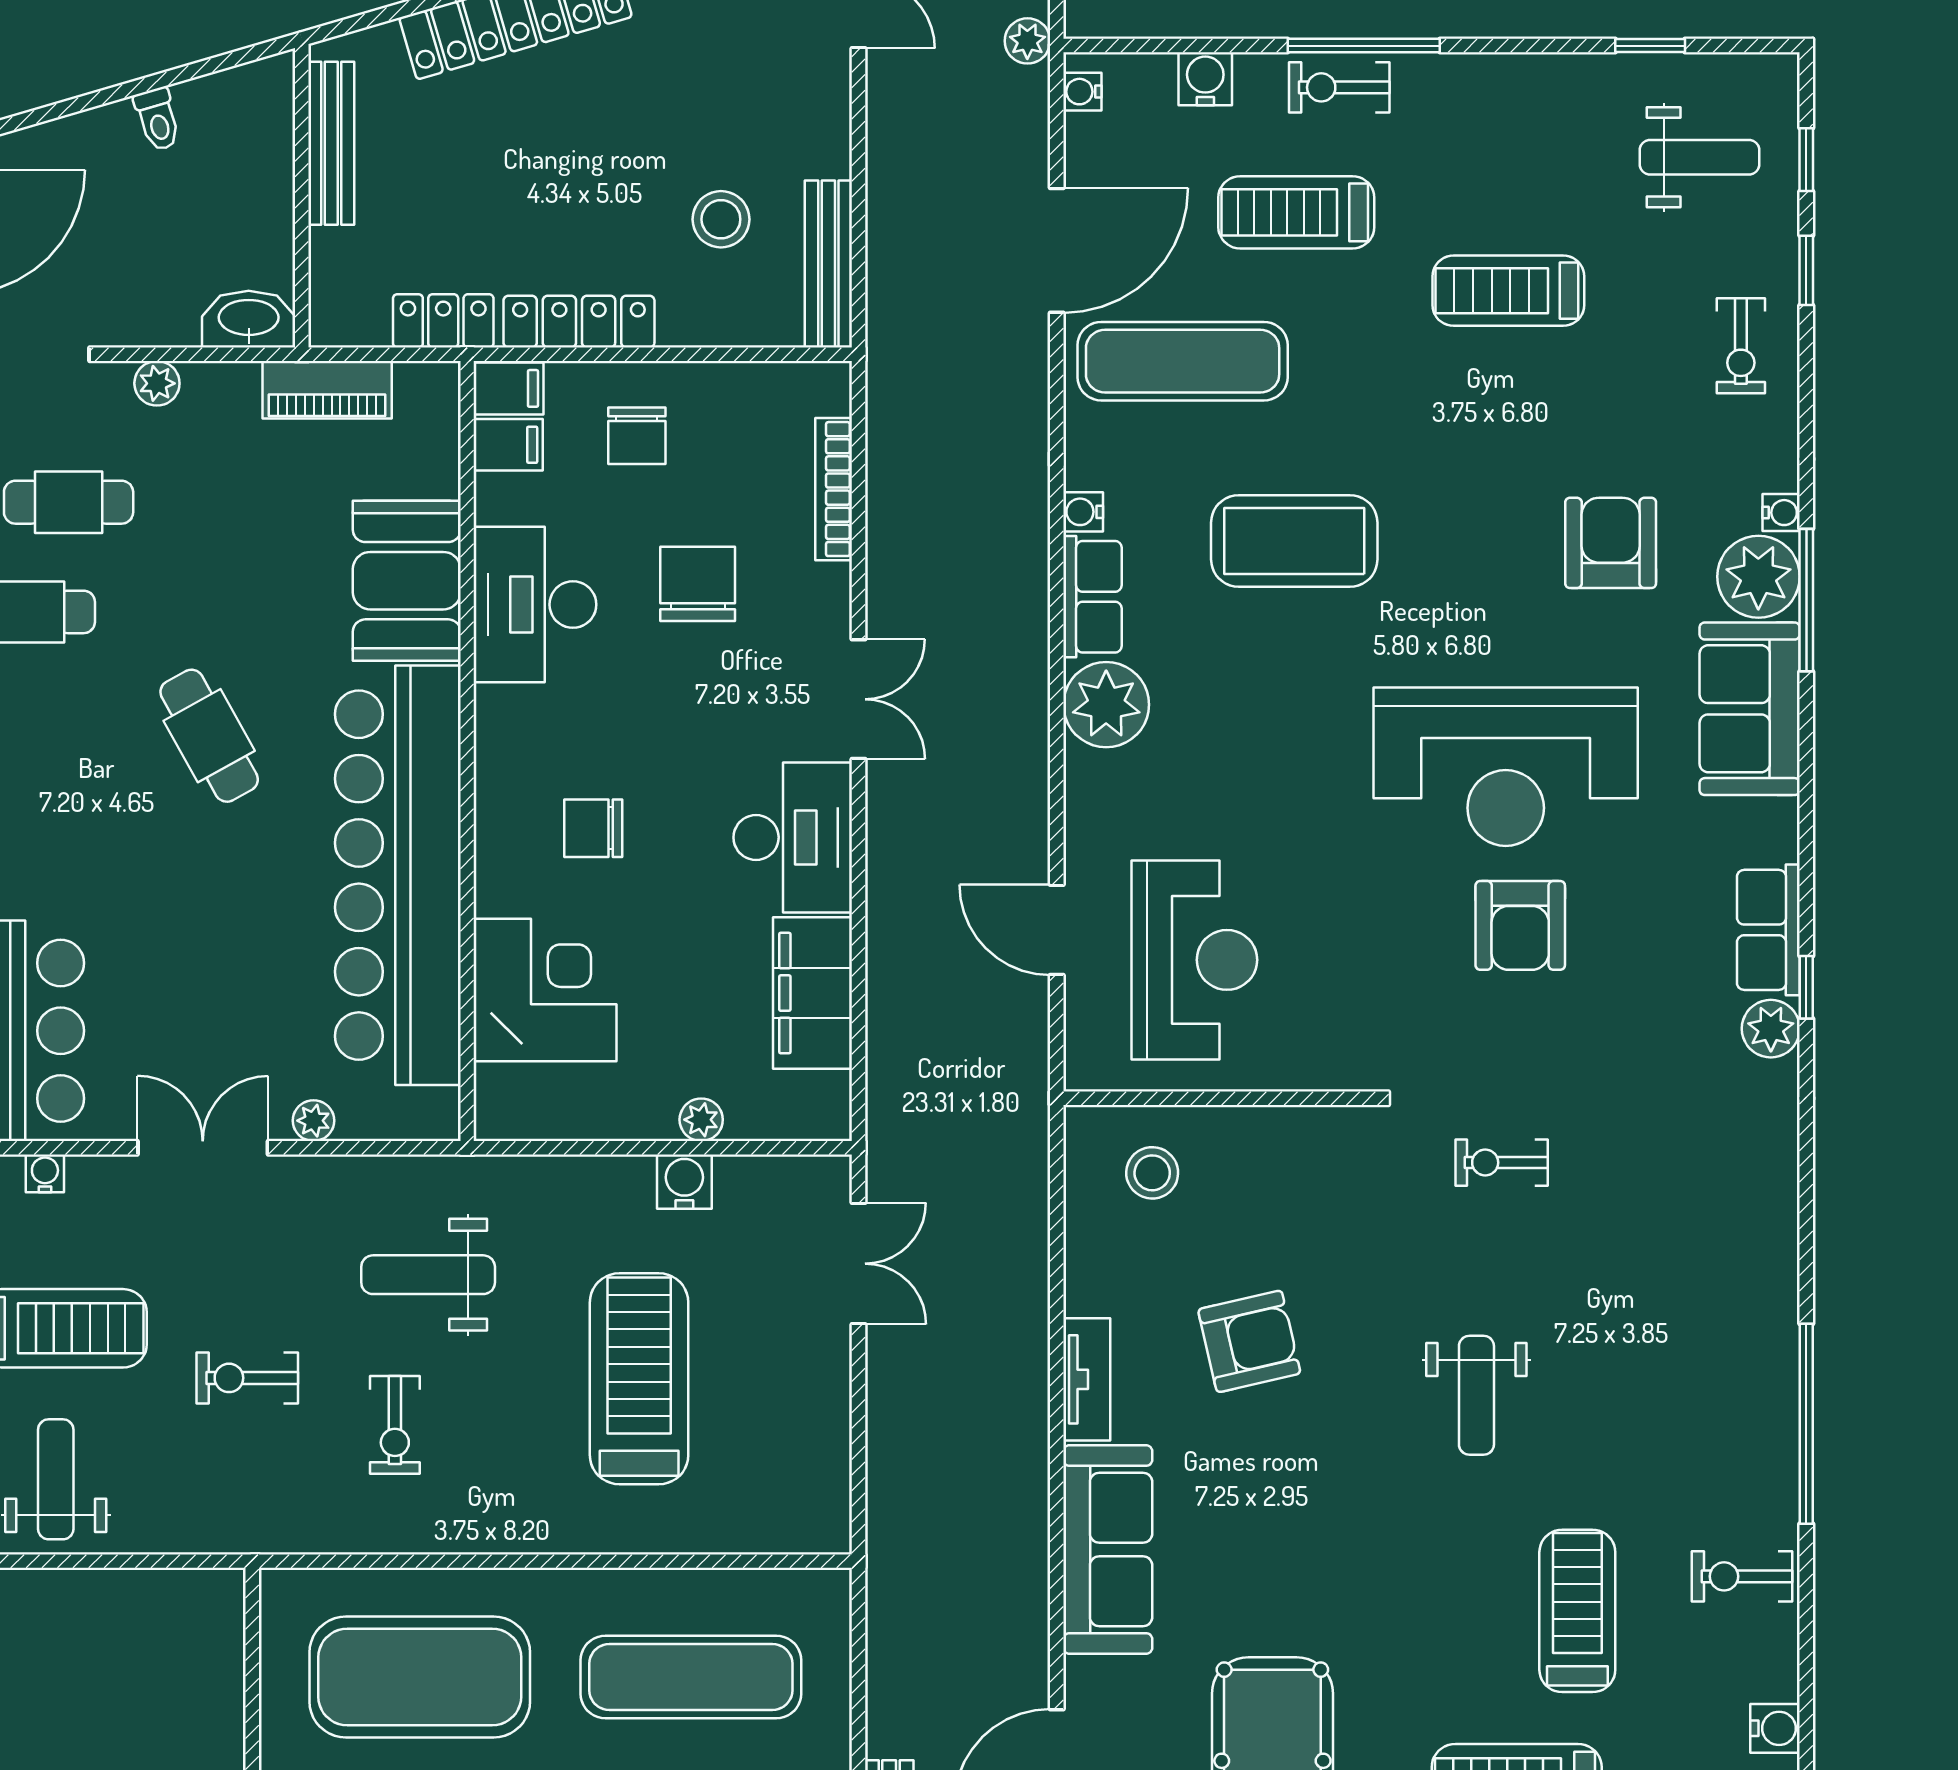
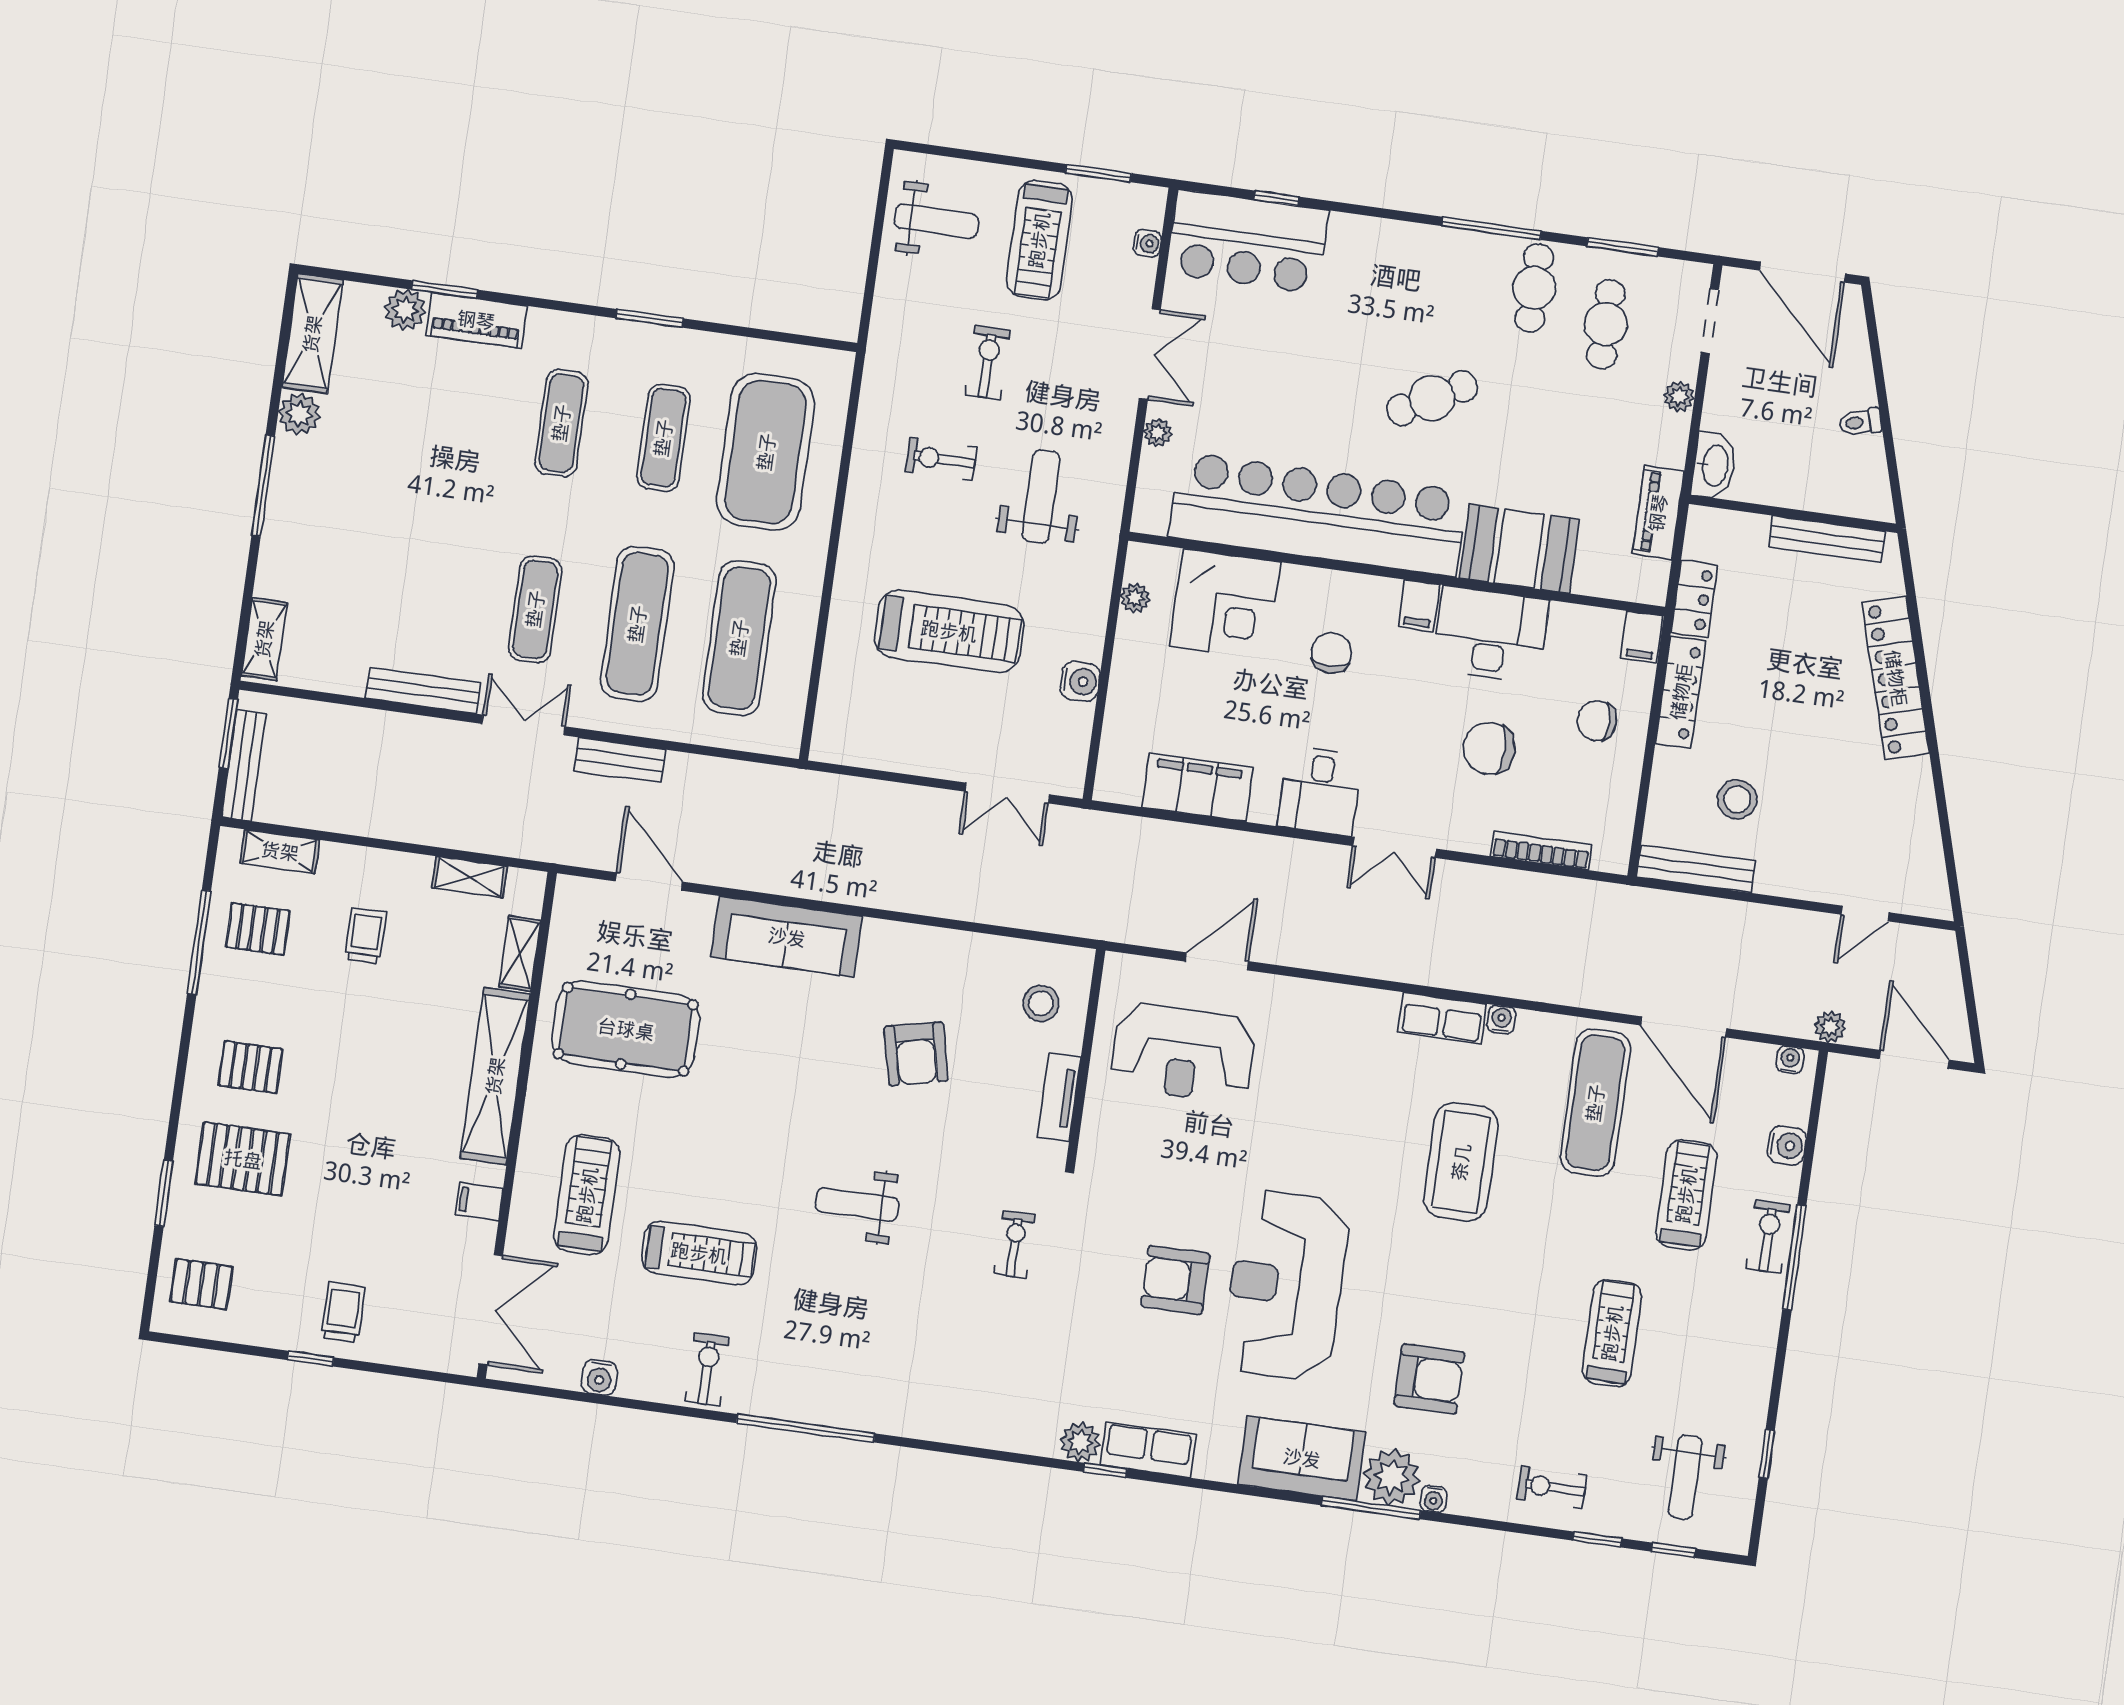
filing cabinet: (508, 445) -> (1419, 606), moved
chair: (698, 584) -> (1489, 748), turned 180
plant: (1106, 705) -> (1367, 1017), removed
desk: (793, 837) -> (1320, 791), width x0.73
plant: (701, 1120) -> (1135, 598), moved
tv unit: (1087, 1379) -> (1059, 1097), moved, turned 90

